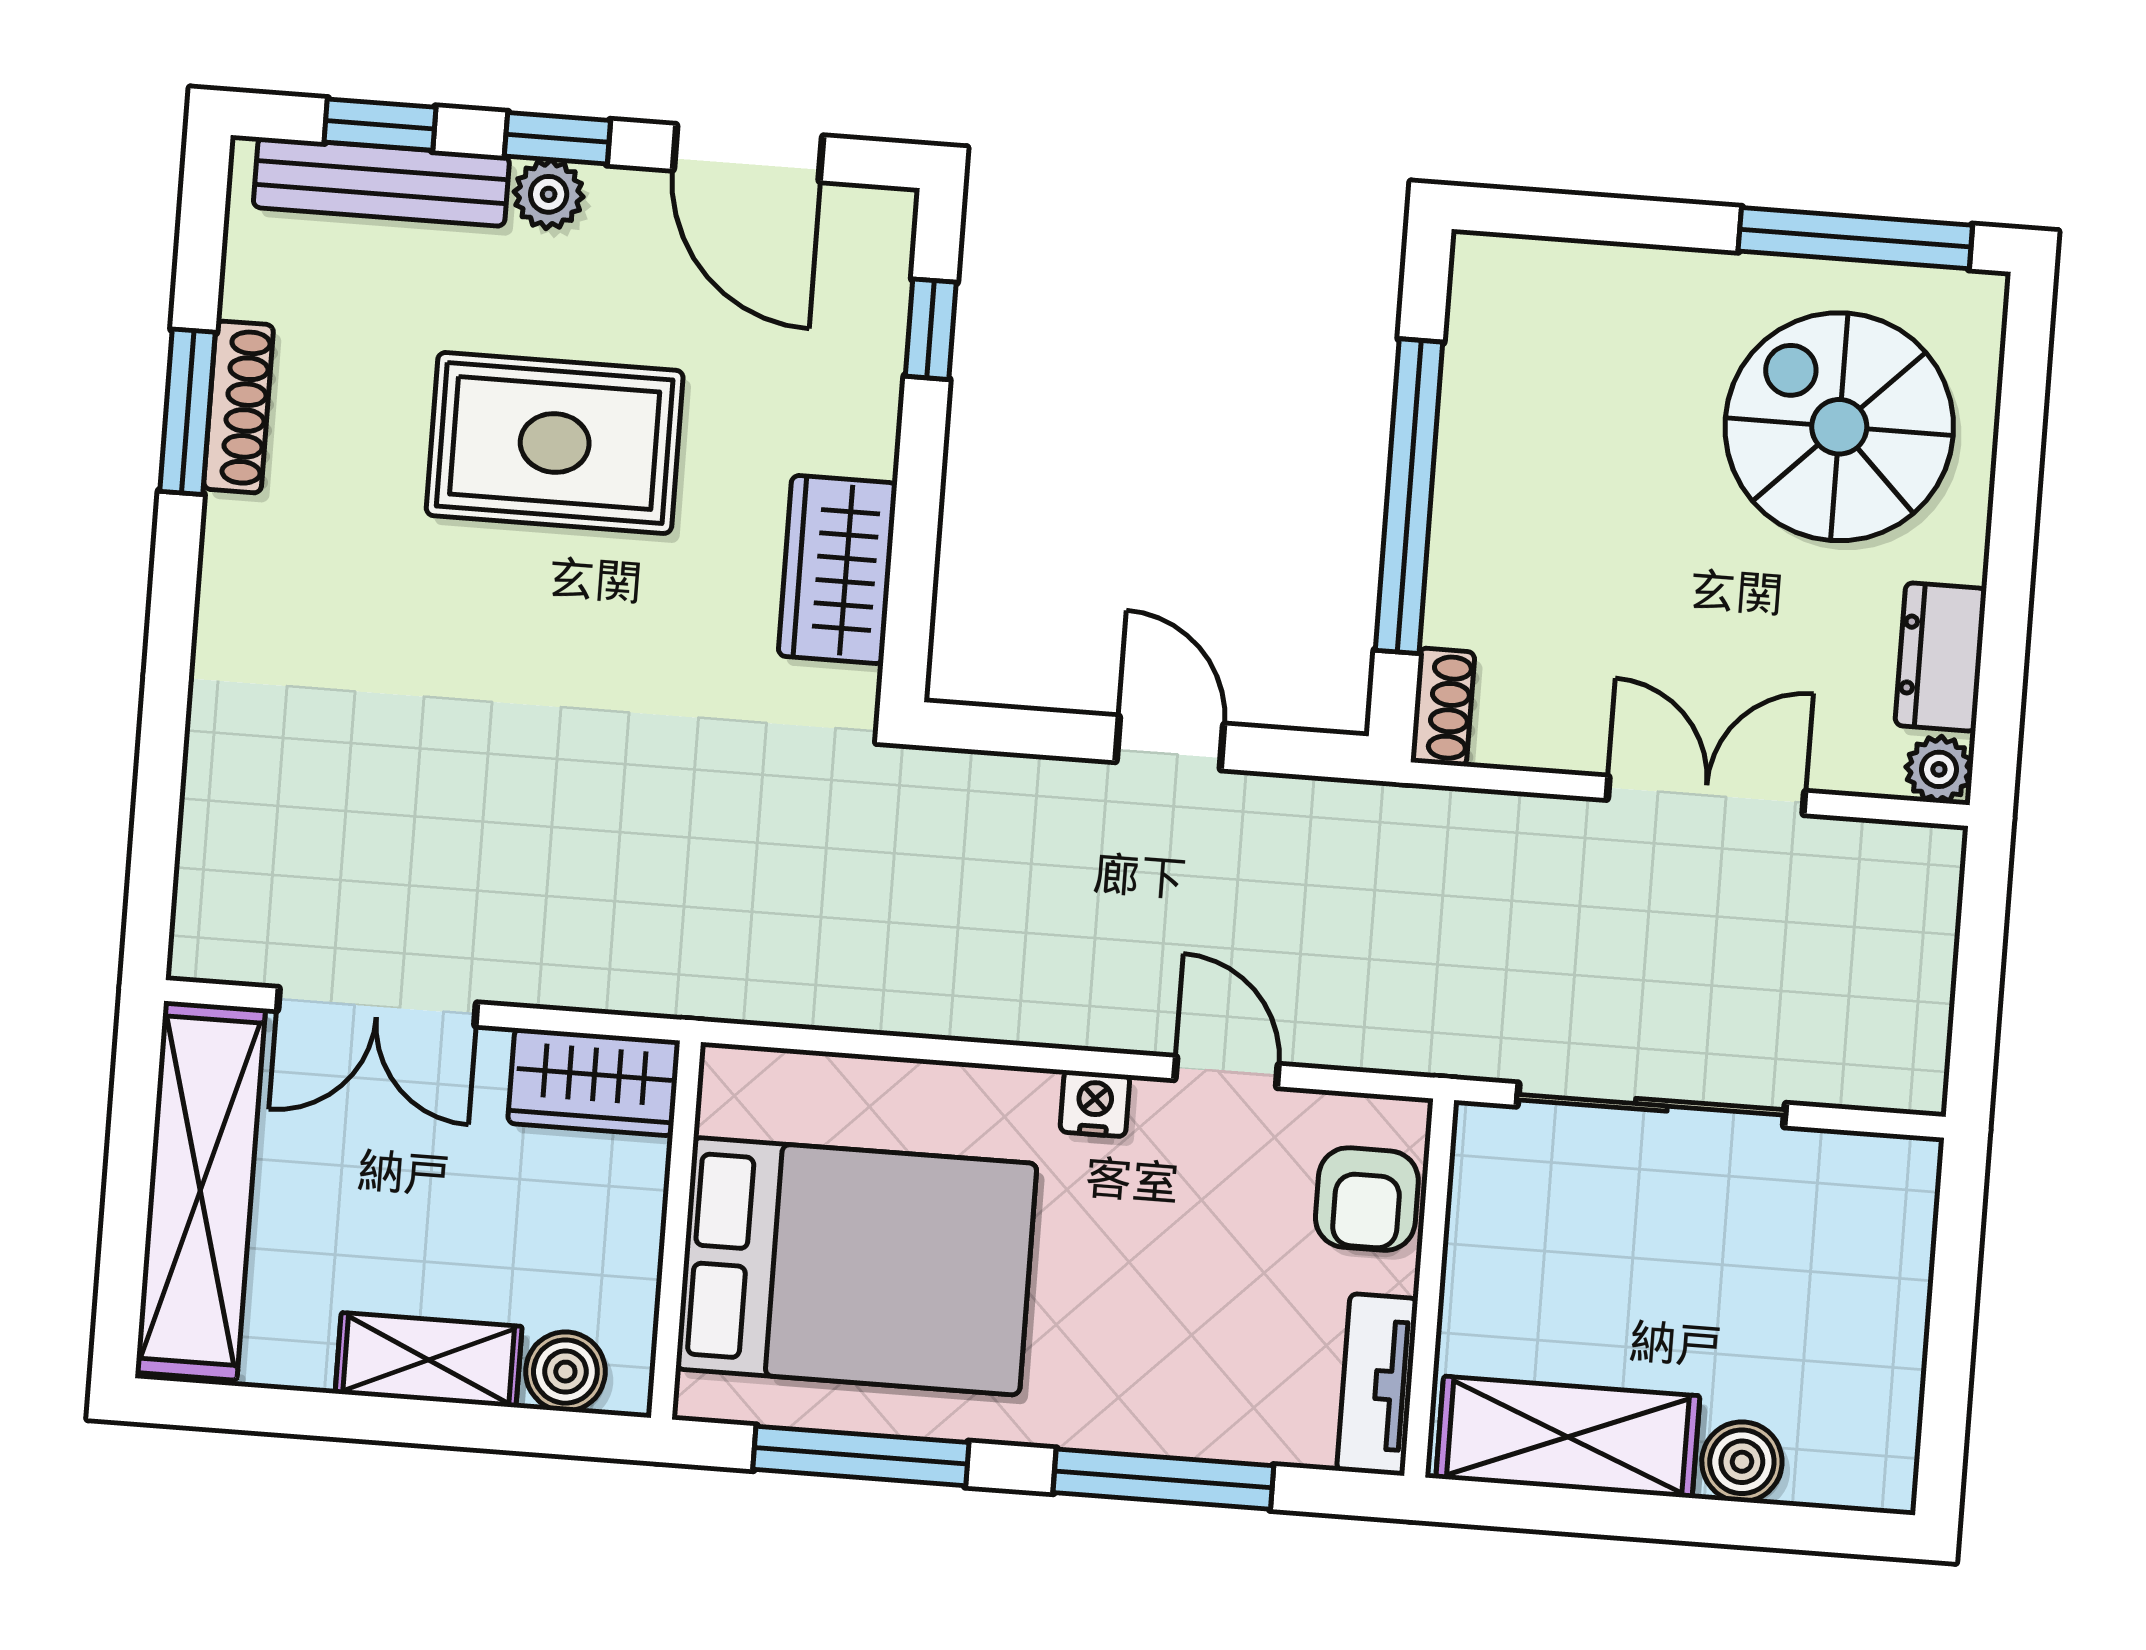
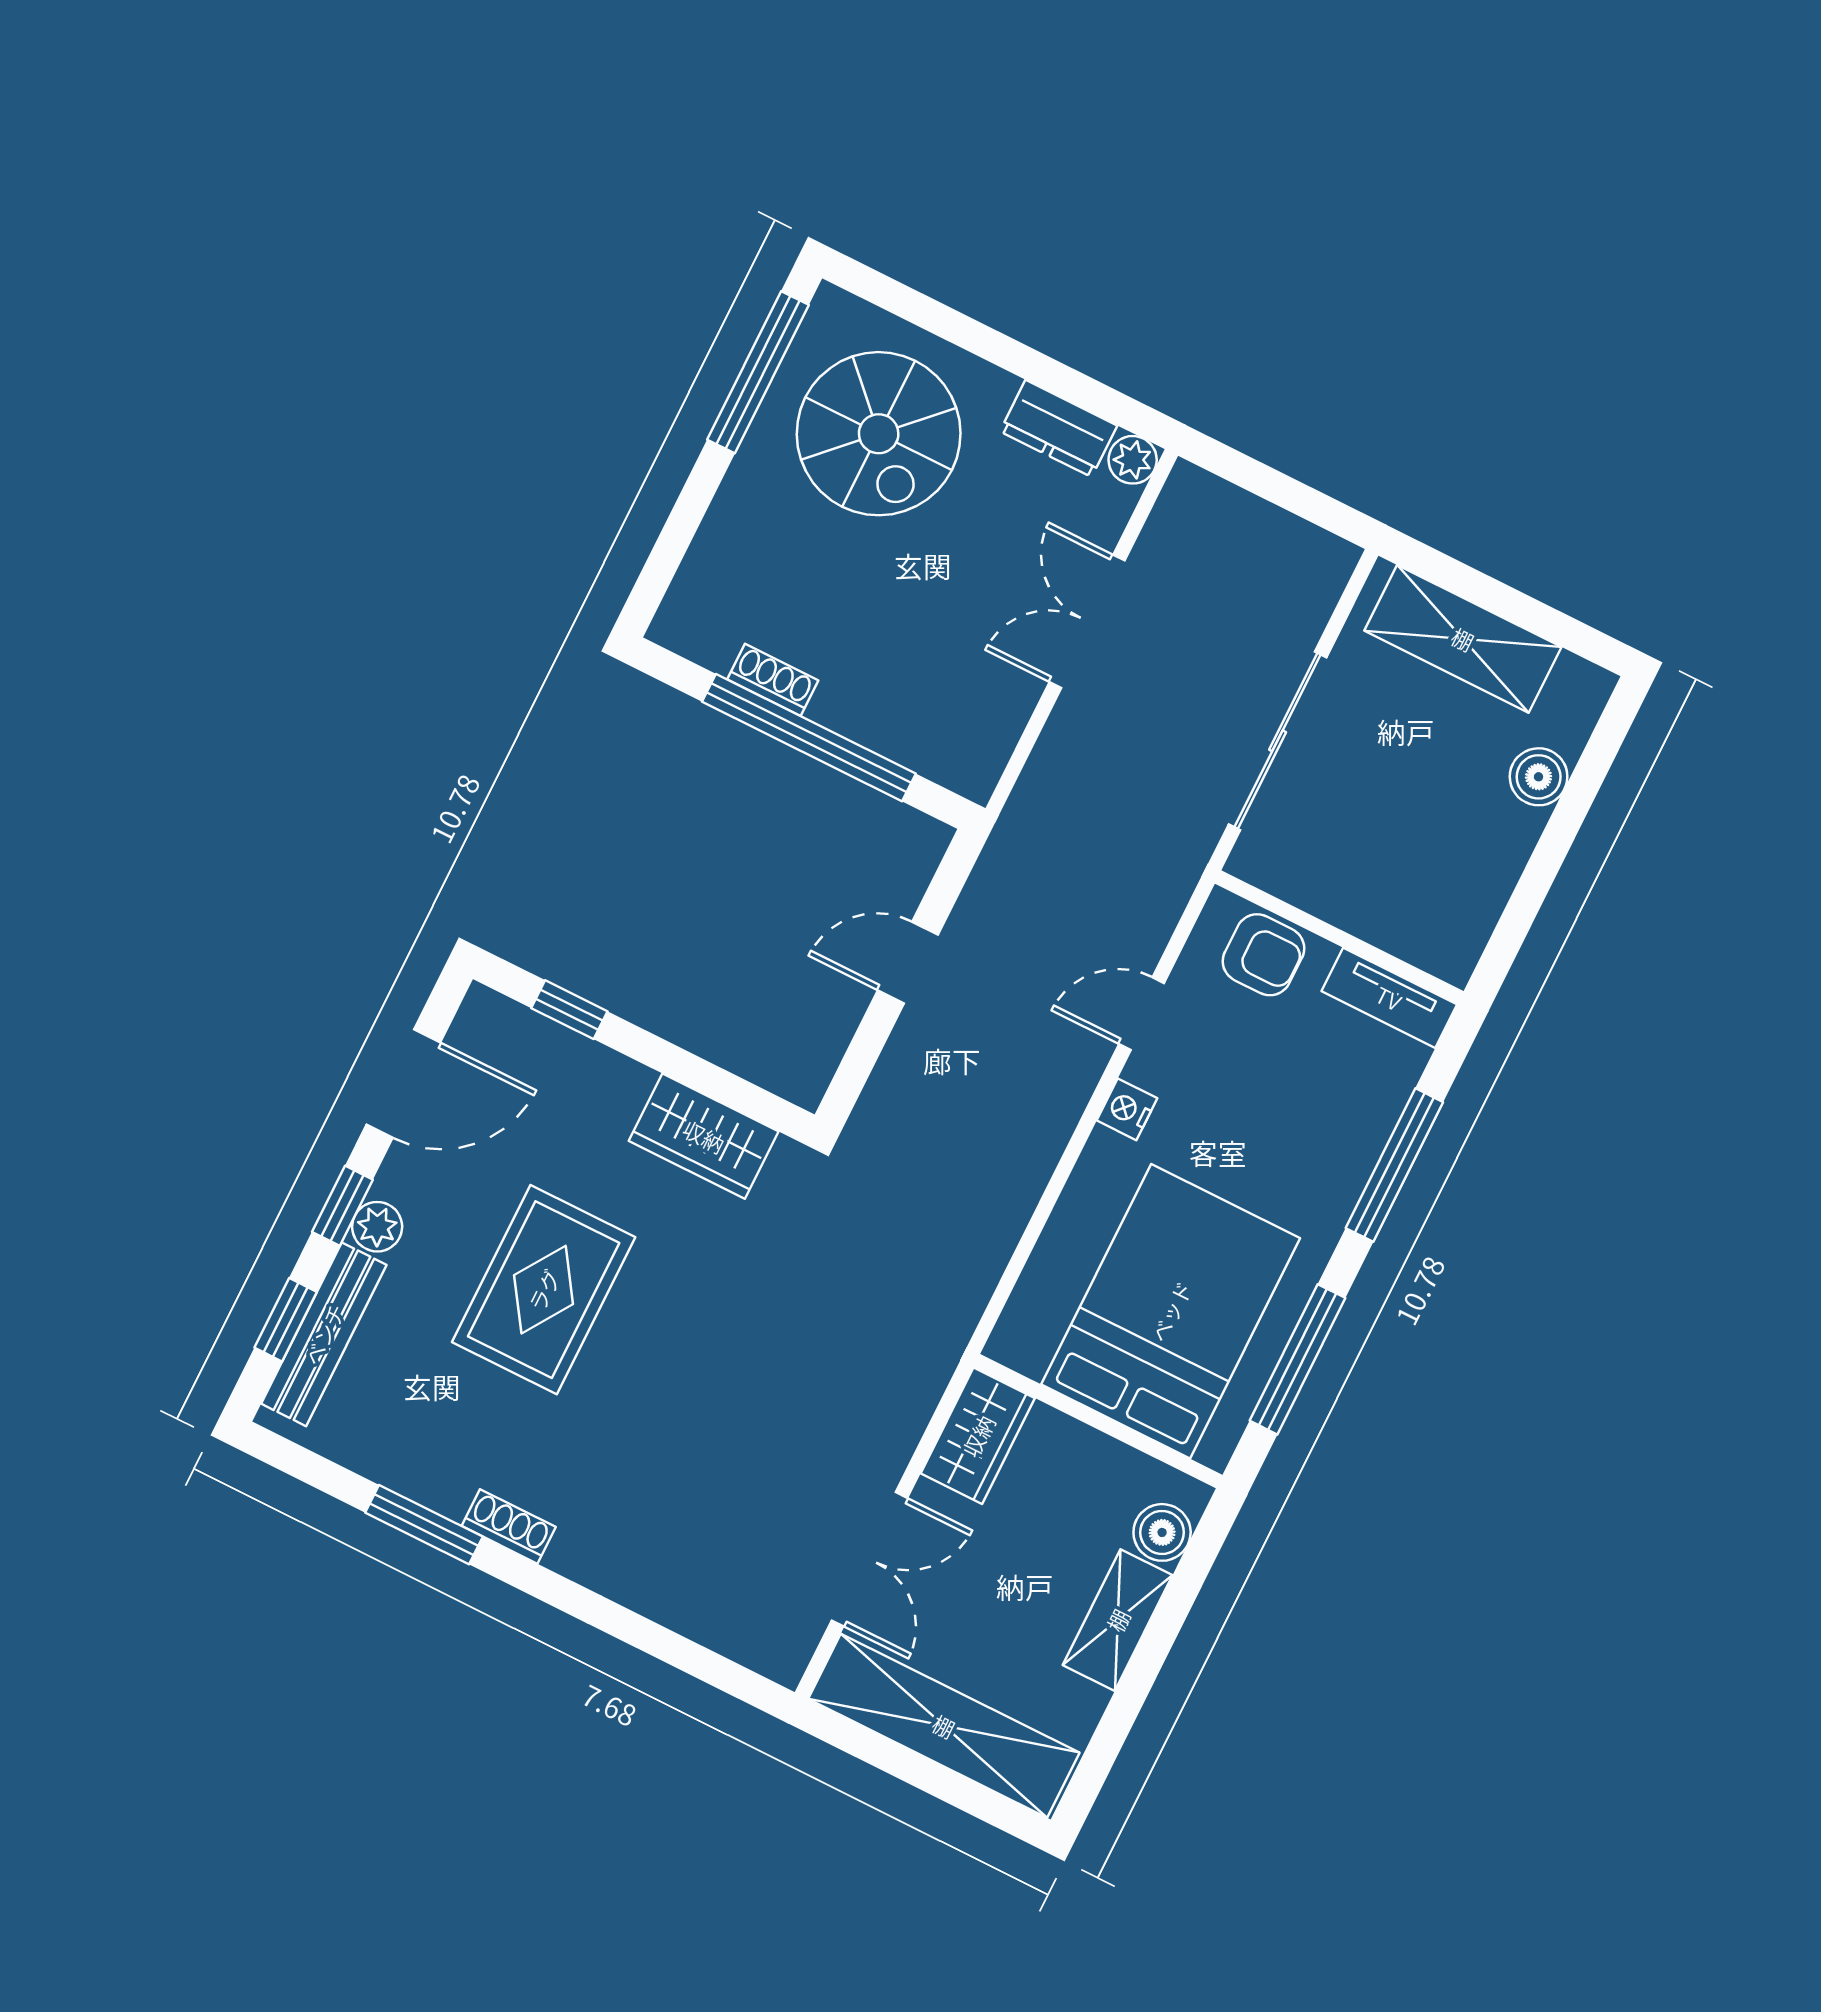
shoe rack: (239, 407) -> (509, 1526), moved, width x0.70
spiral stairs: (1839, 427) -> (879, 434), turned -90
shoe rack: (1443, 707) -> (773, 680), moved
shelving: (1568, 1437) -> (1463, 639), moved, turned 90

